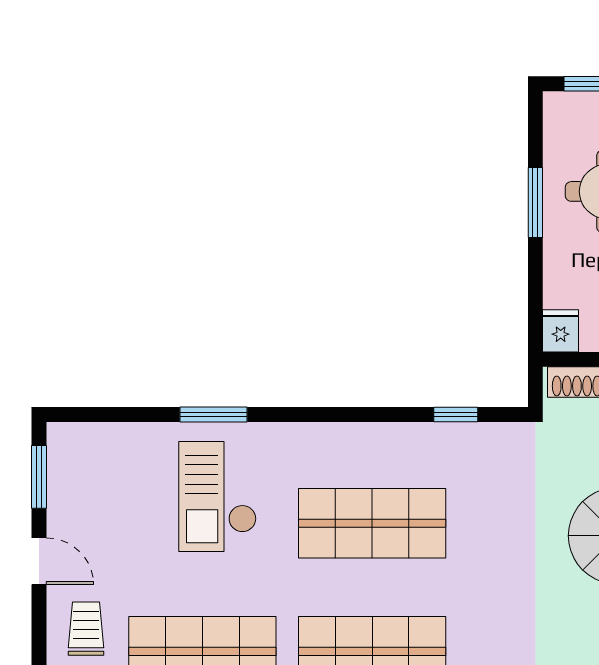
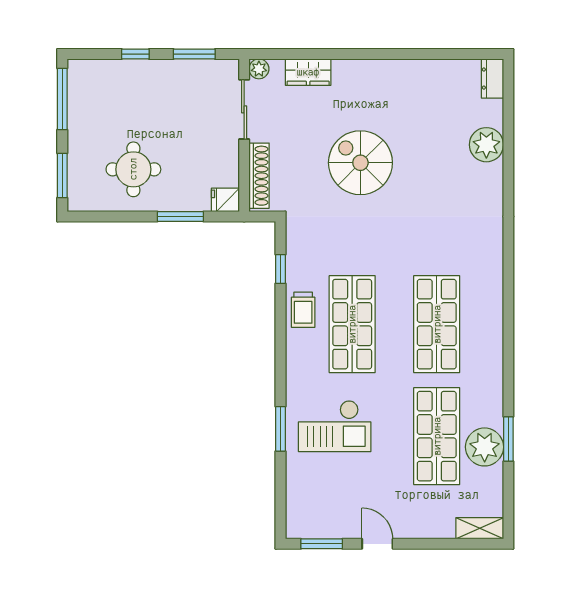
window: (535, 203) -> (180, 216), moved
door: (39, 561) -> (377, 544), hinge flipped
trolley: (86, 629) -> (303, 310), moved, turned -90

